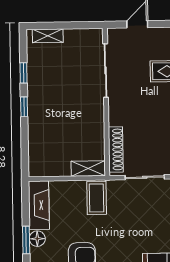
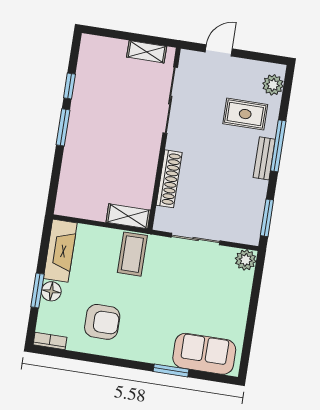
shelving: (48, 36) -> (147, 52), moved
window: (24, 107) -> (63, 127), width x1.50
shoe rack: (116, 149) -> (169, 179), moved

